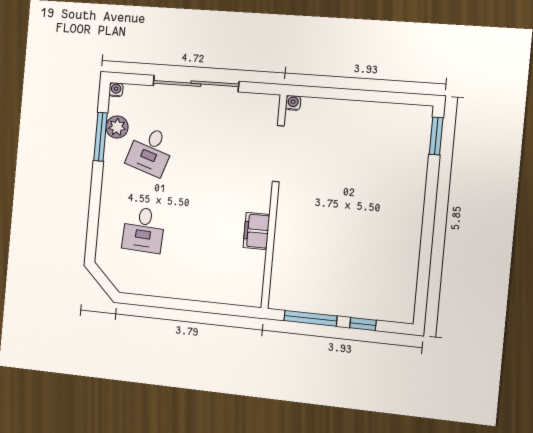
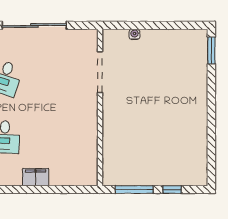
water cooler: (293, 103) -> (134, 34), moved
filing cabinet: (256, 231) -> (36, 177), moved, turned 90

